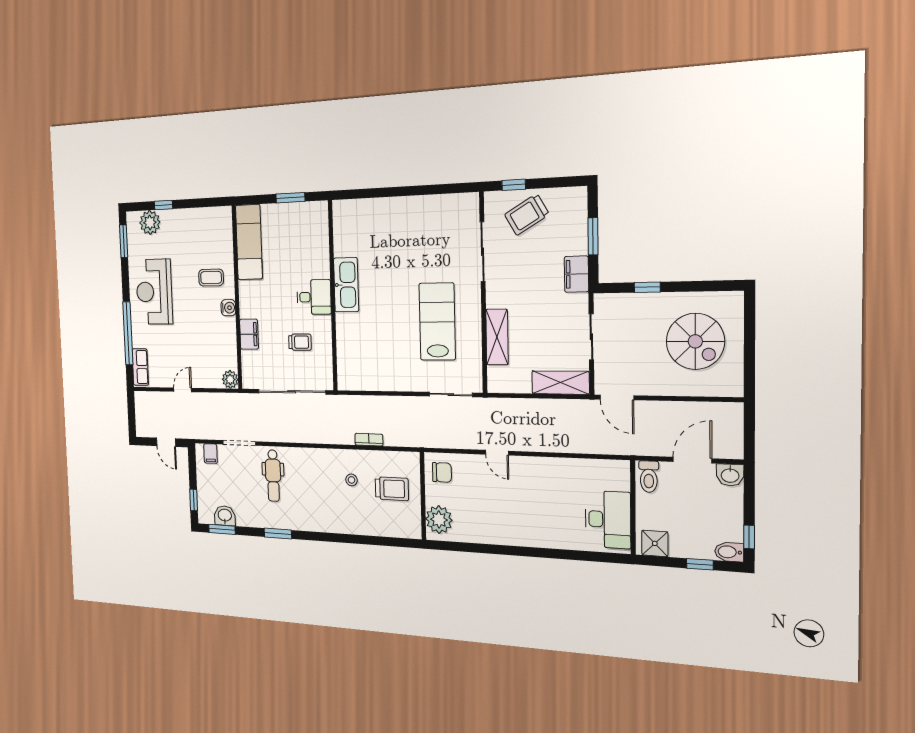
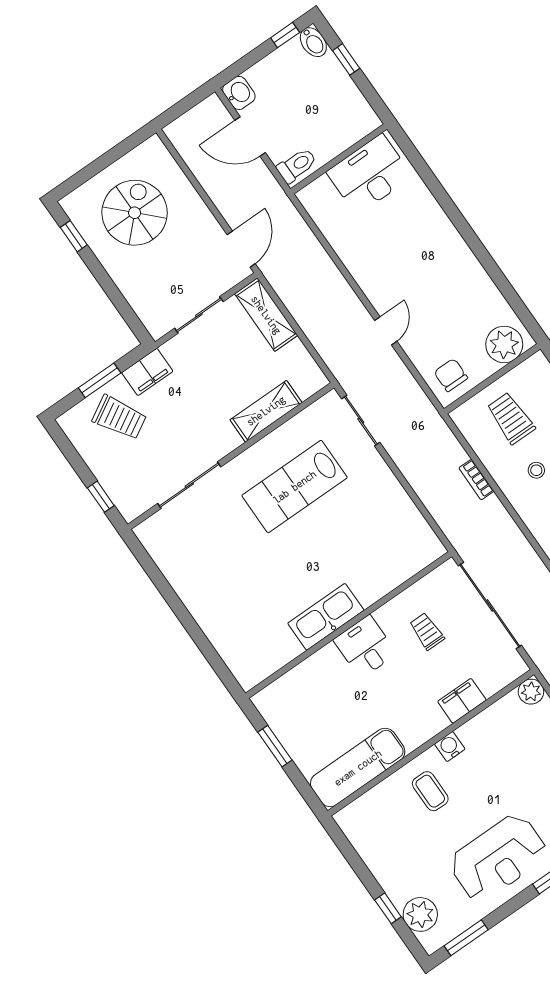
trolley: (527, 215) -> (119, 417), moved
window: (647, 287) -> (74, 236), moved
shower: (655, 543) -> (358, 114), removed

